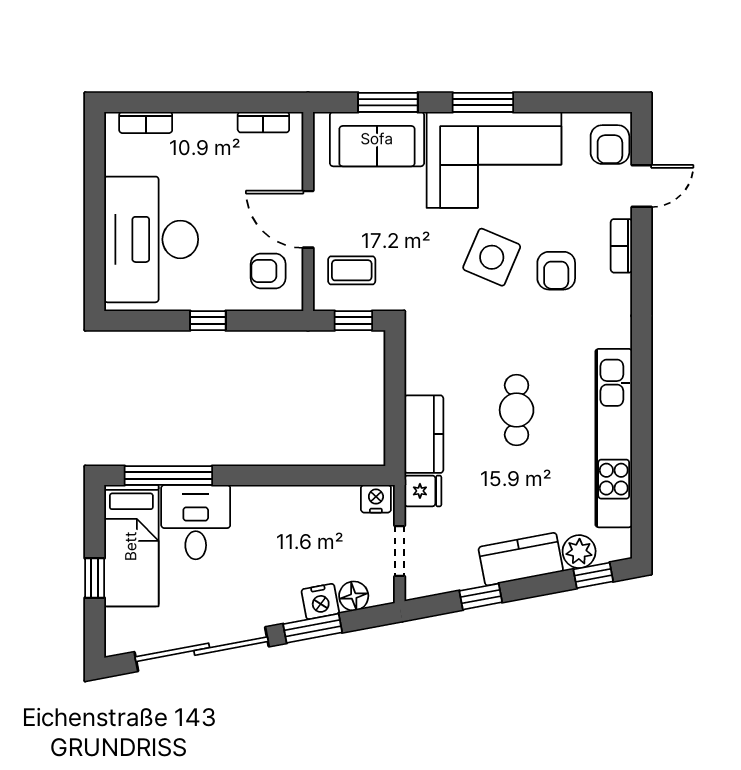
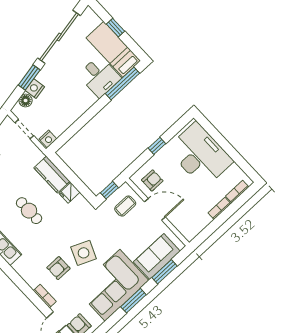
bookcase: (263, 122) -> (220, 208), moved
armchair: (556, 271) -> (58, 268), turned -90
fridge: (423, 491) -> (69, 193), moved

